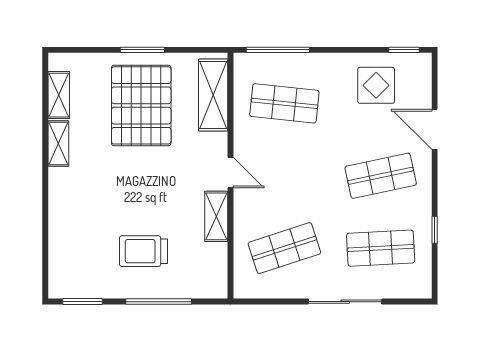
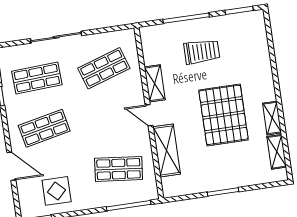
shelving: (213, 95) -> (167, 150), moved
pallet: (141, 105) -> (224, 115), moved

